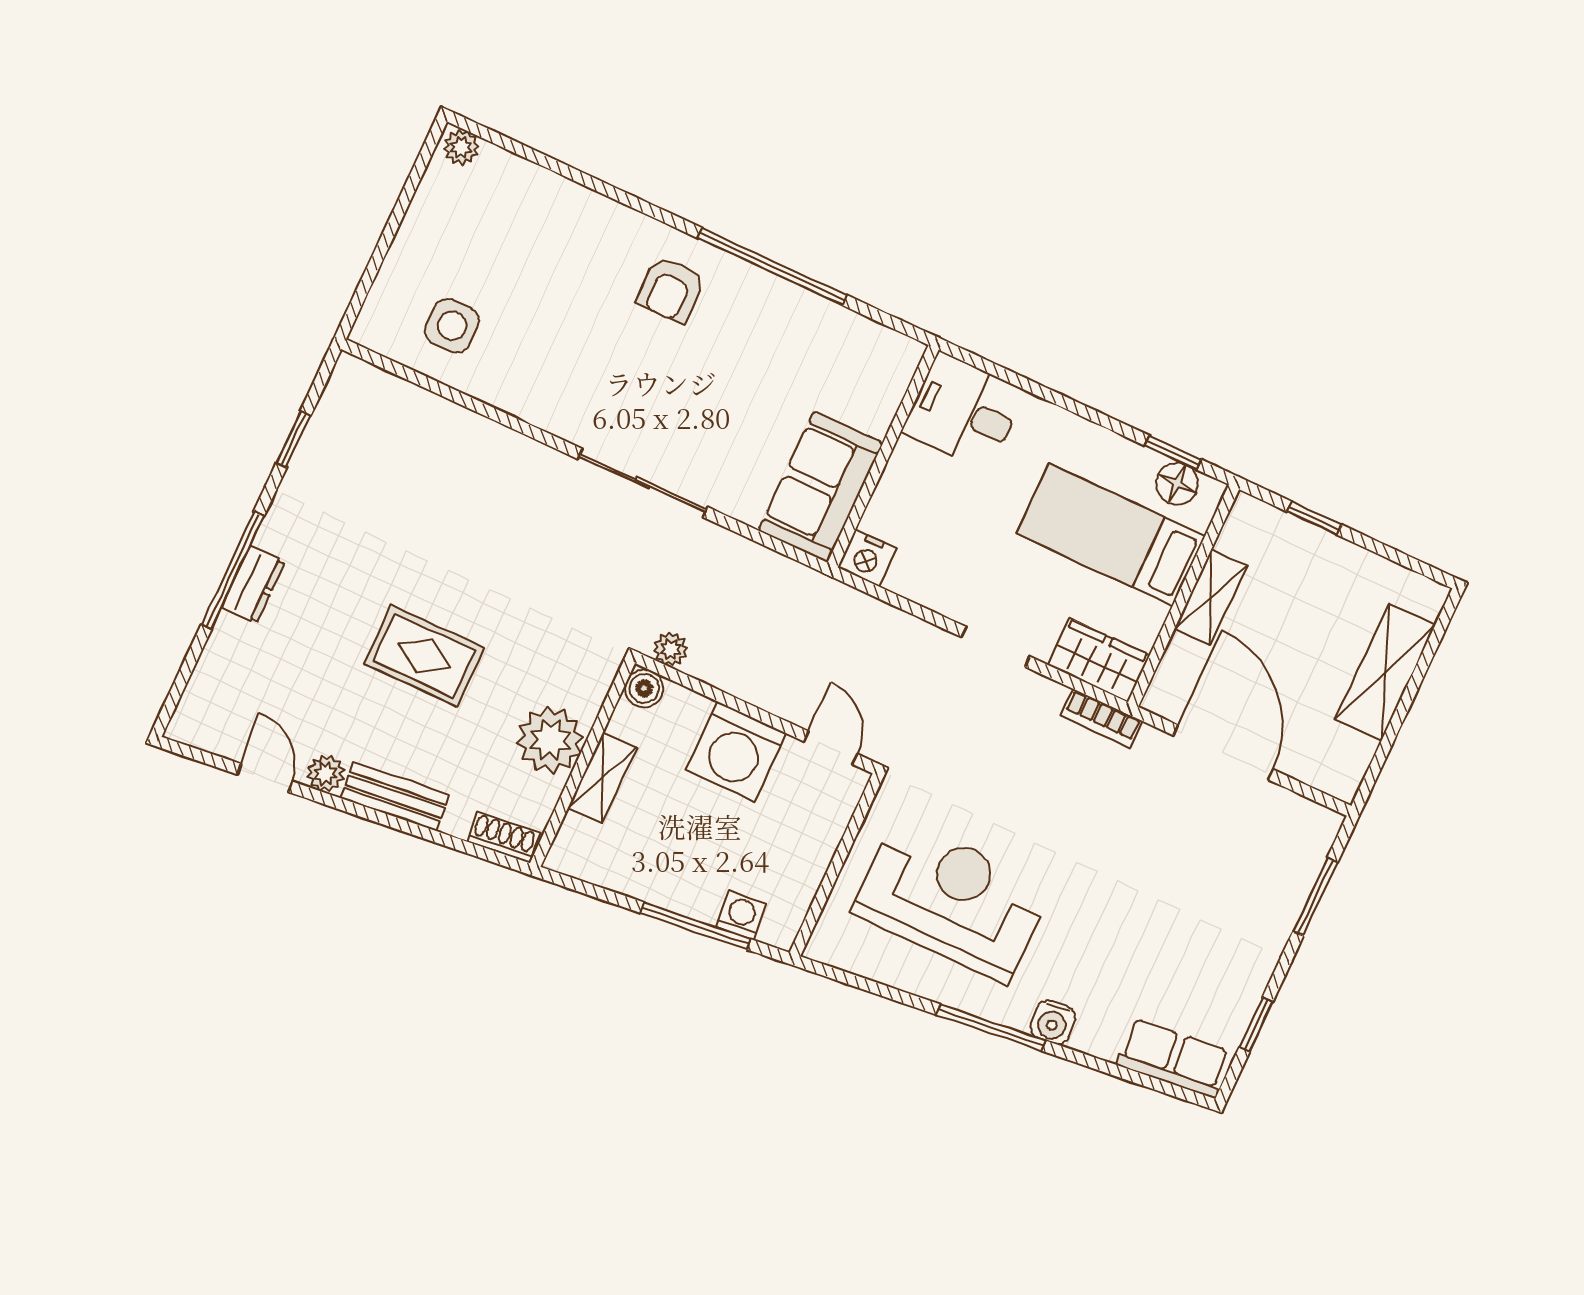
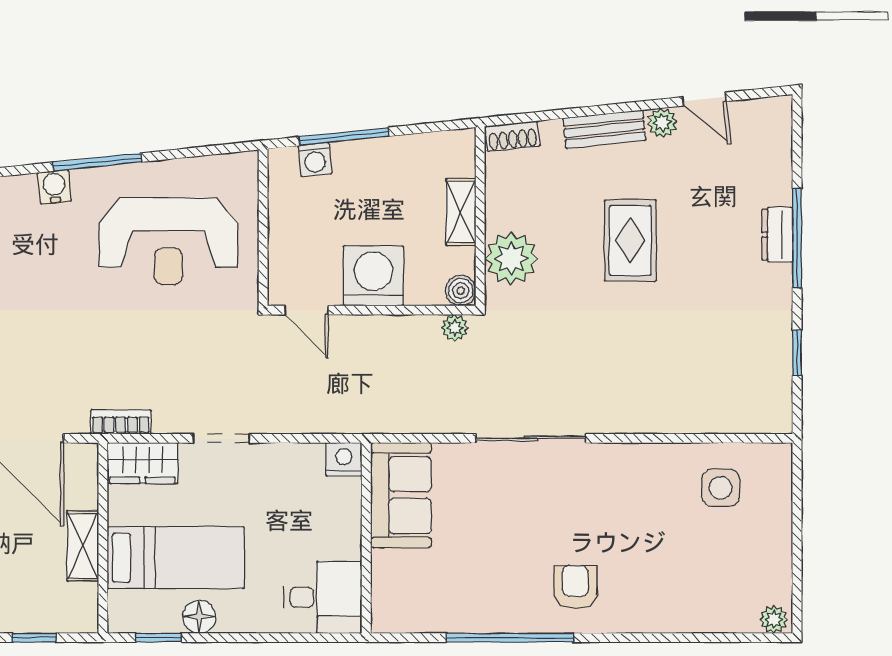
floor lamp: (1177, 484) -> (199, 617), moved
rug: (424, 656) -> (630, 241), turned 90
plant: (550, 740) -> (511, 259), moved

